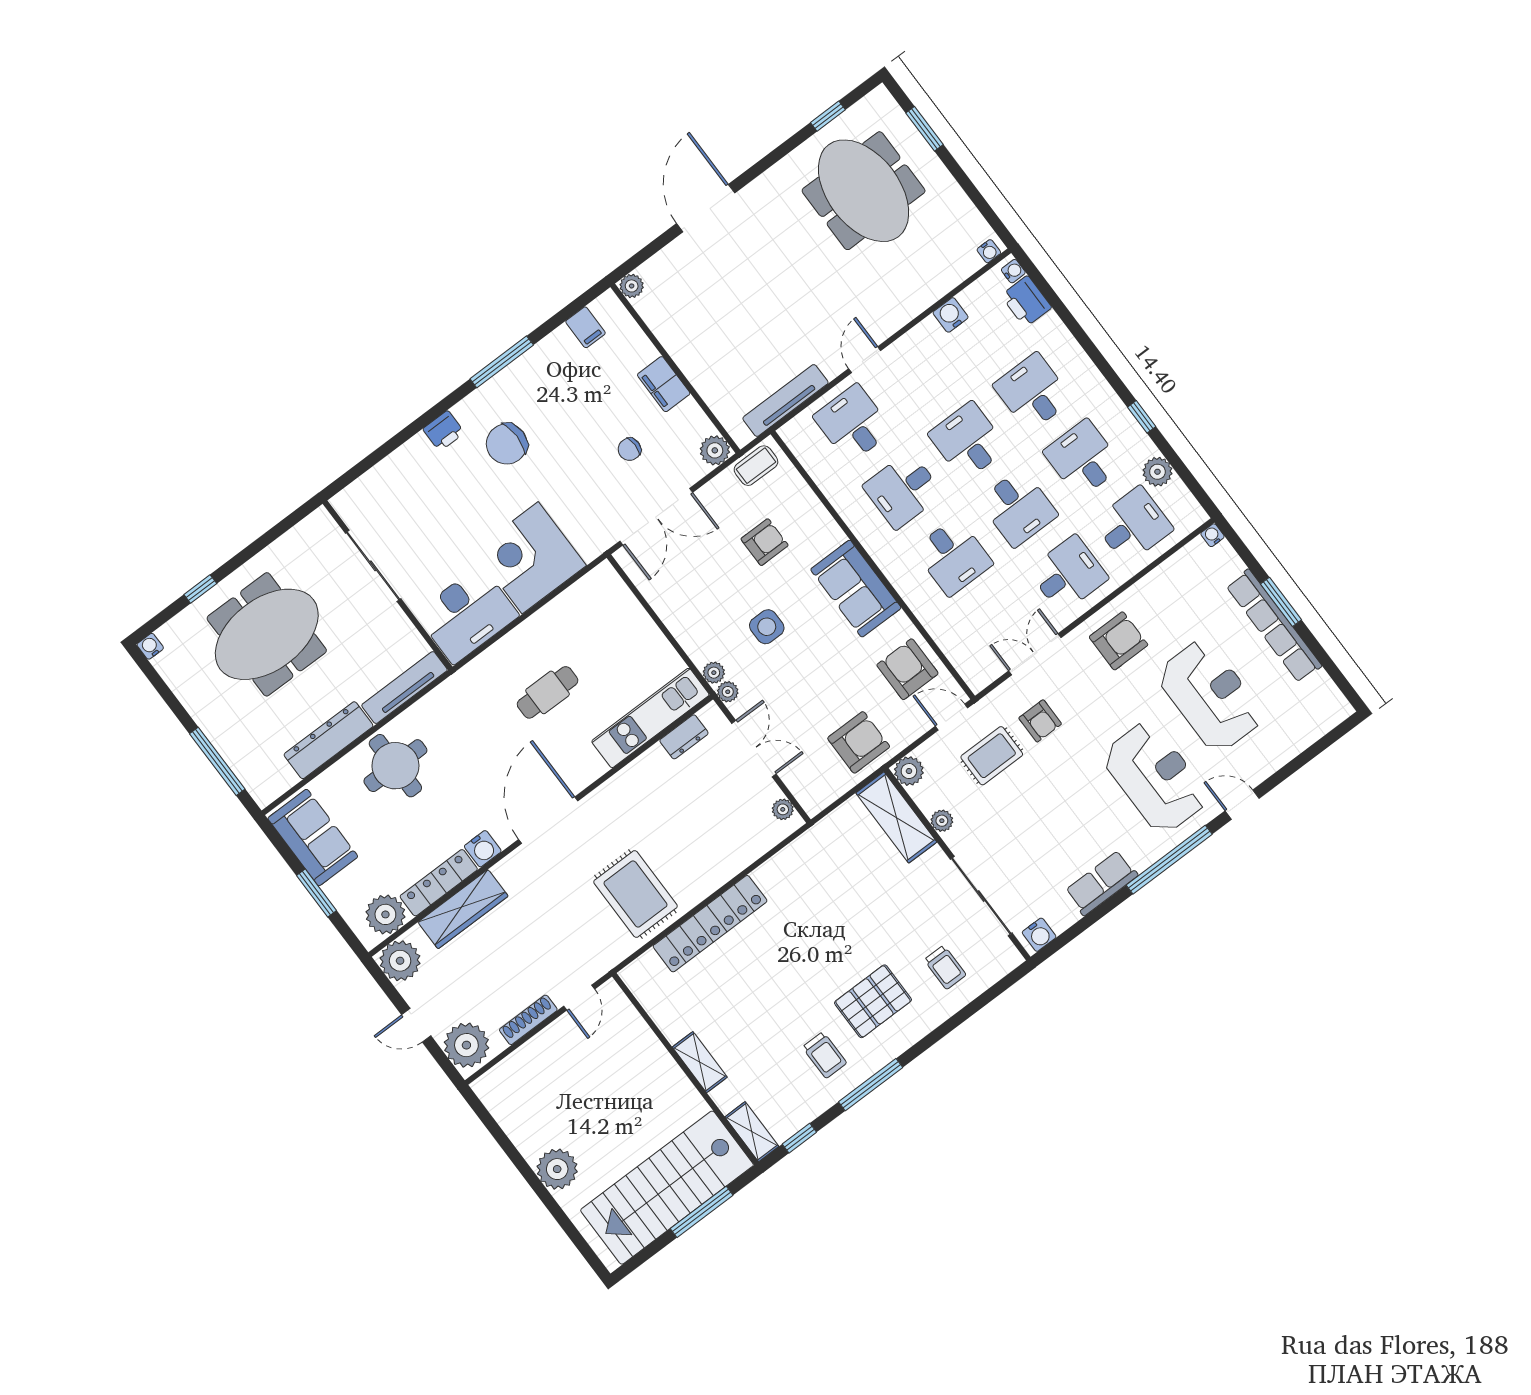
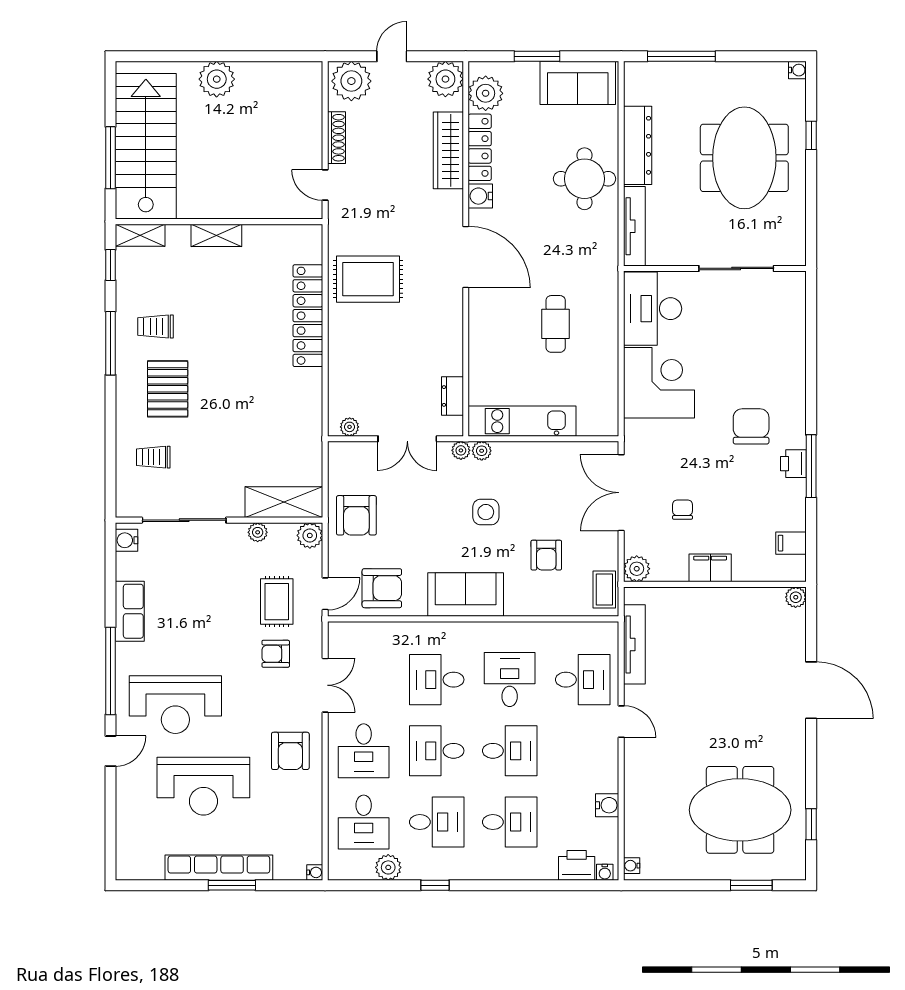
printer: (444, 431) -> (793, 464), moved
kitchen unit: (650, 718) -> (522, 421), moved, turned -90

